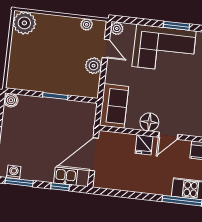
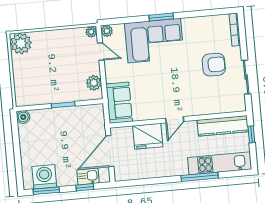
plant: (87, 24) -> (91, 32), moved
plant: (94, 66) -> (94, 83), moved
floor lamp: (149, 122) -> (155, 111), removed
fridge: (144, 145) -> (148, 136), width x1.88, depth x1.34
washing machine: (14, 172) -> (44, 177), width x1.89, depth x1.89

